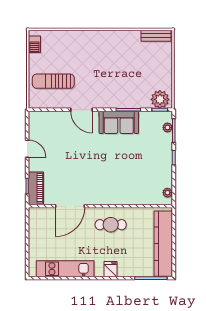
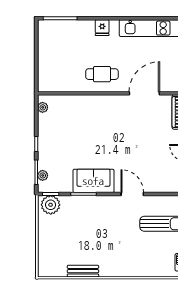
bench: (156, 36) -> (83, 271), moved
kitchen counter: (163, 244) -> (47, 54), removed

